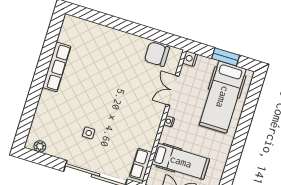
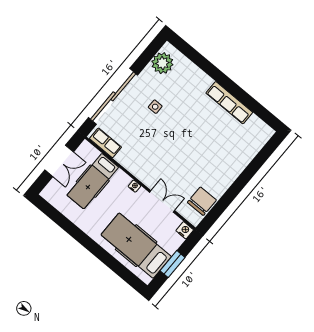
plant: (40, 146) -> (162, 63), width x1.88, depth x1.88

